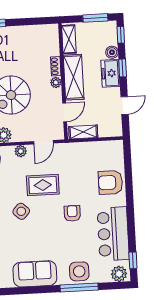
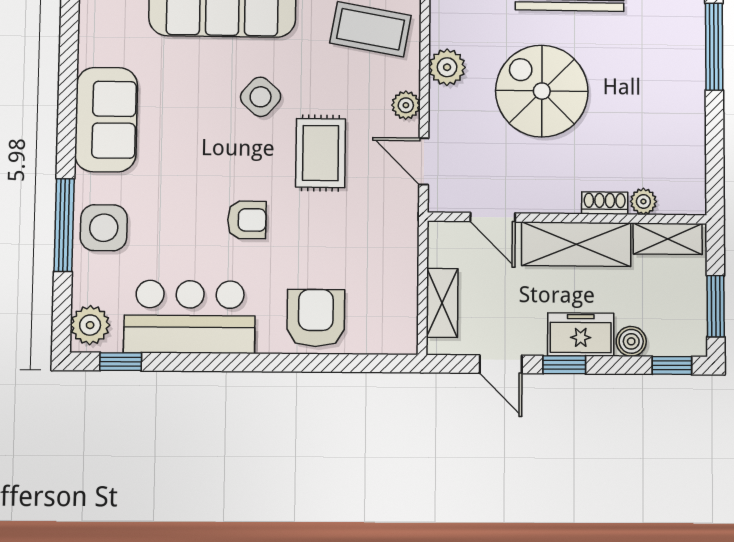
window: (123, 68) -> (564, 365), moved
plant: (56, 82) -> (643, 201), moved
shelving: (83, 132) -> (442, 303), moved

